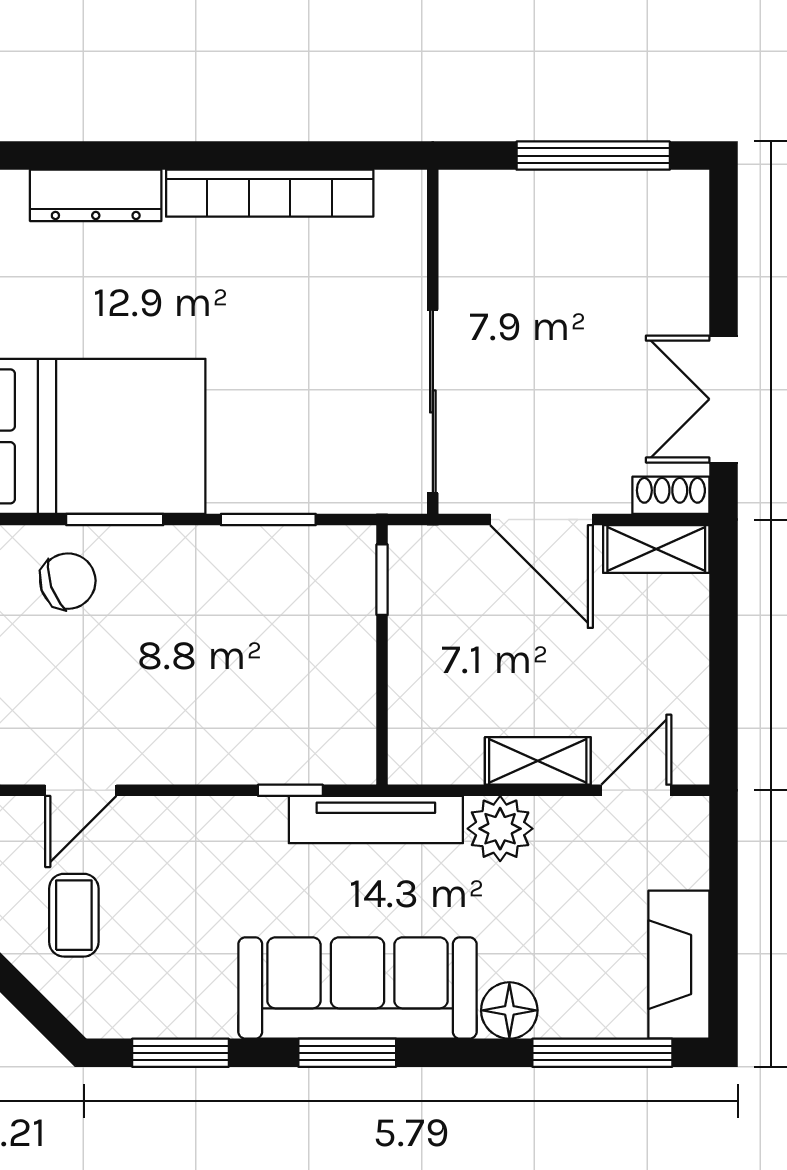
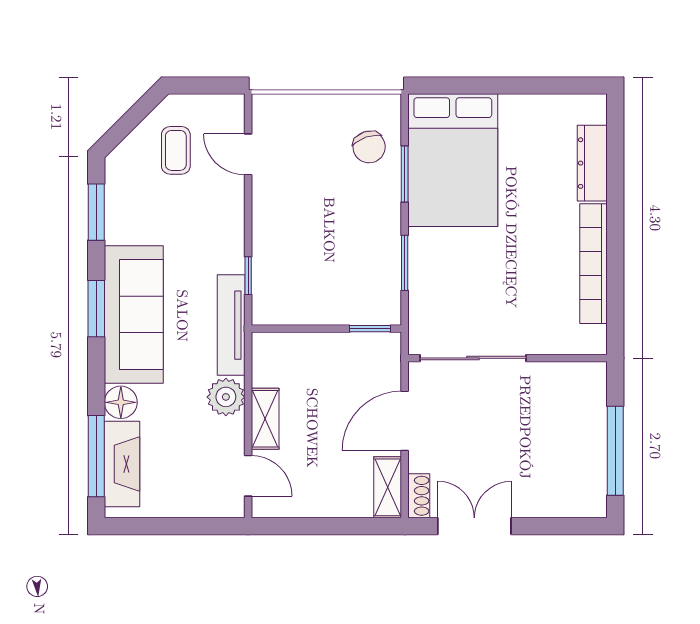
coffee table: (74, 915) -> (176, 150), turned 90
fireplace: (679, 965) -> (122, 464), moved, turned 90

